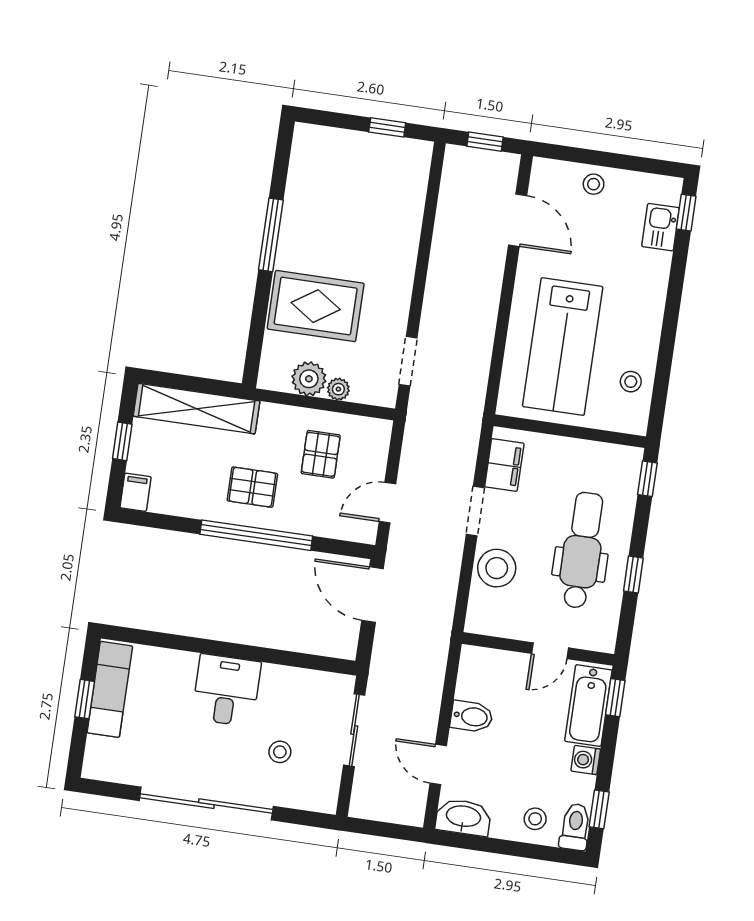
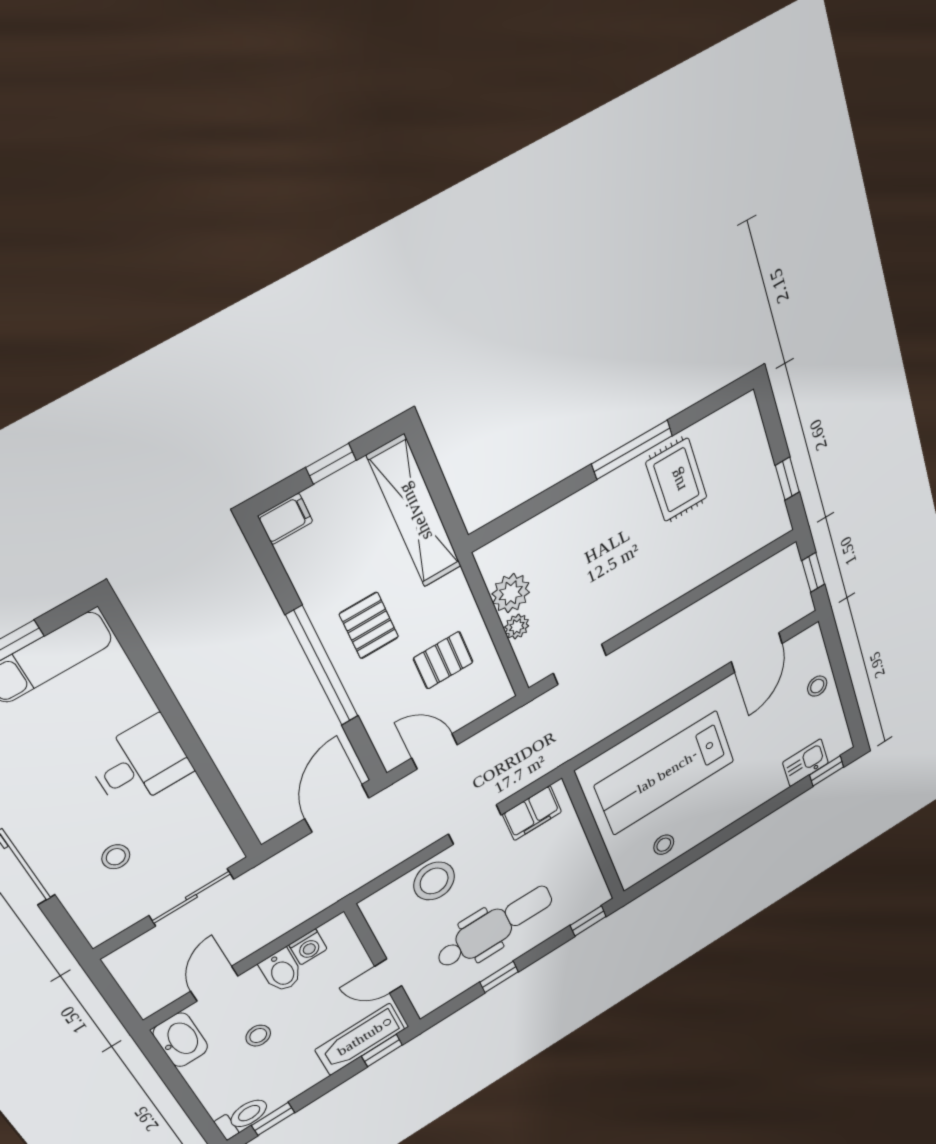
rug: (316, 306) -> (677, 480), moved, width x0.73, depth x0.70
washing machine: (586, 760) -> (308, 947), moved, turned 180
stool: (535, 819) -> (258, 1036), moved

